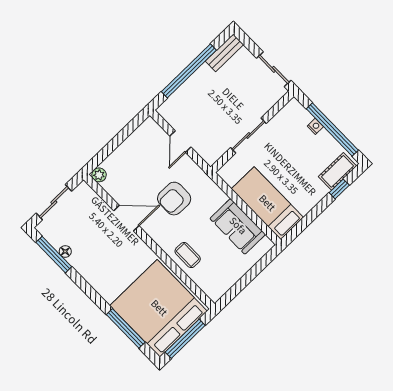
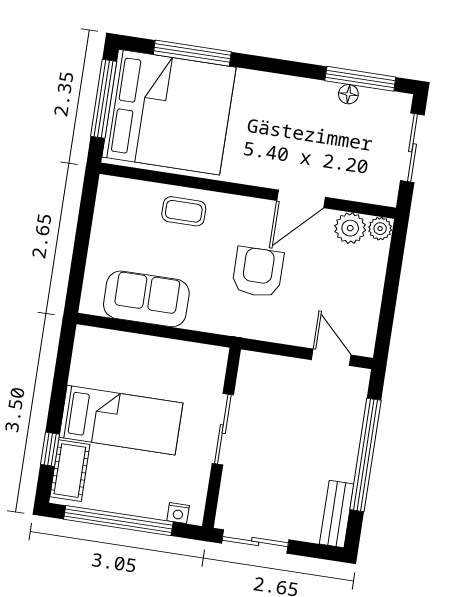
nightstand: (315, 126) -> (178, 513), moved
door: (180, 142) -> (331, 357), moved
plant: (113, 186) -> (350, 228), added
bed: (267, 203) -> (121, 420), moved

